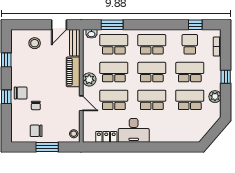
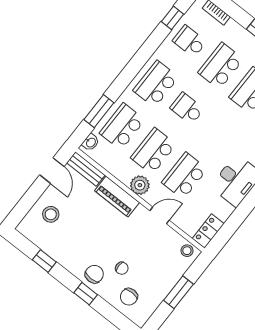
school desk: (152, 72) -> (187, 108), width x0.54
school desk: (152, 100) -> (218, 133), removed
chair: (36, 131) -> (129, 297), moved
locker: (106, 137) -> (208, 231), moved

